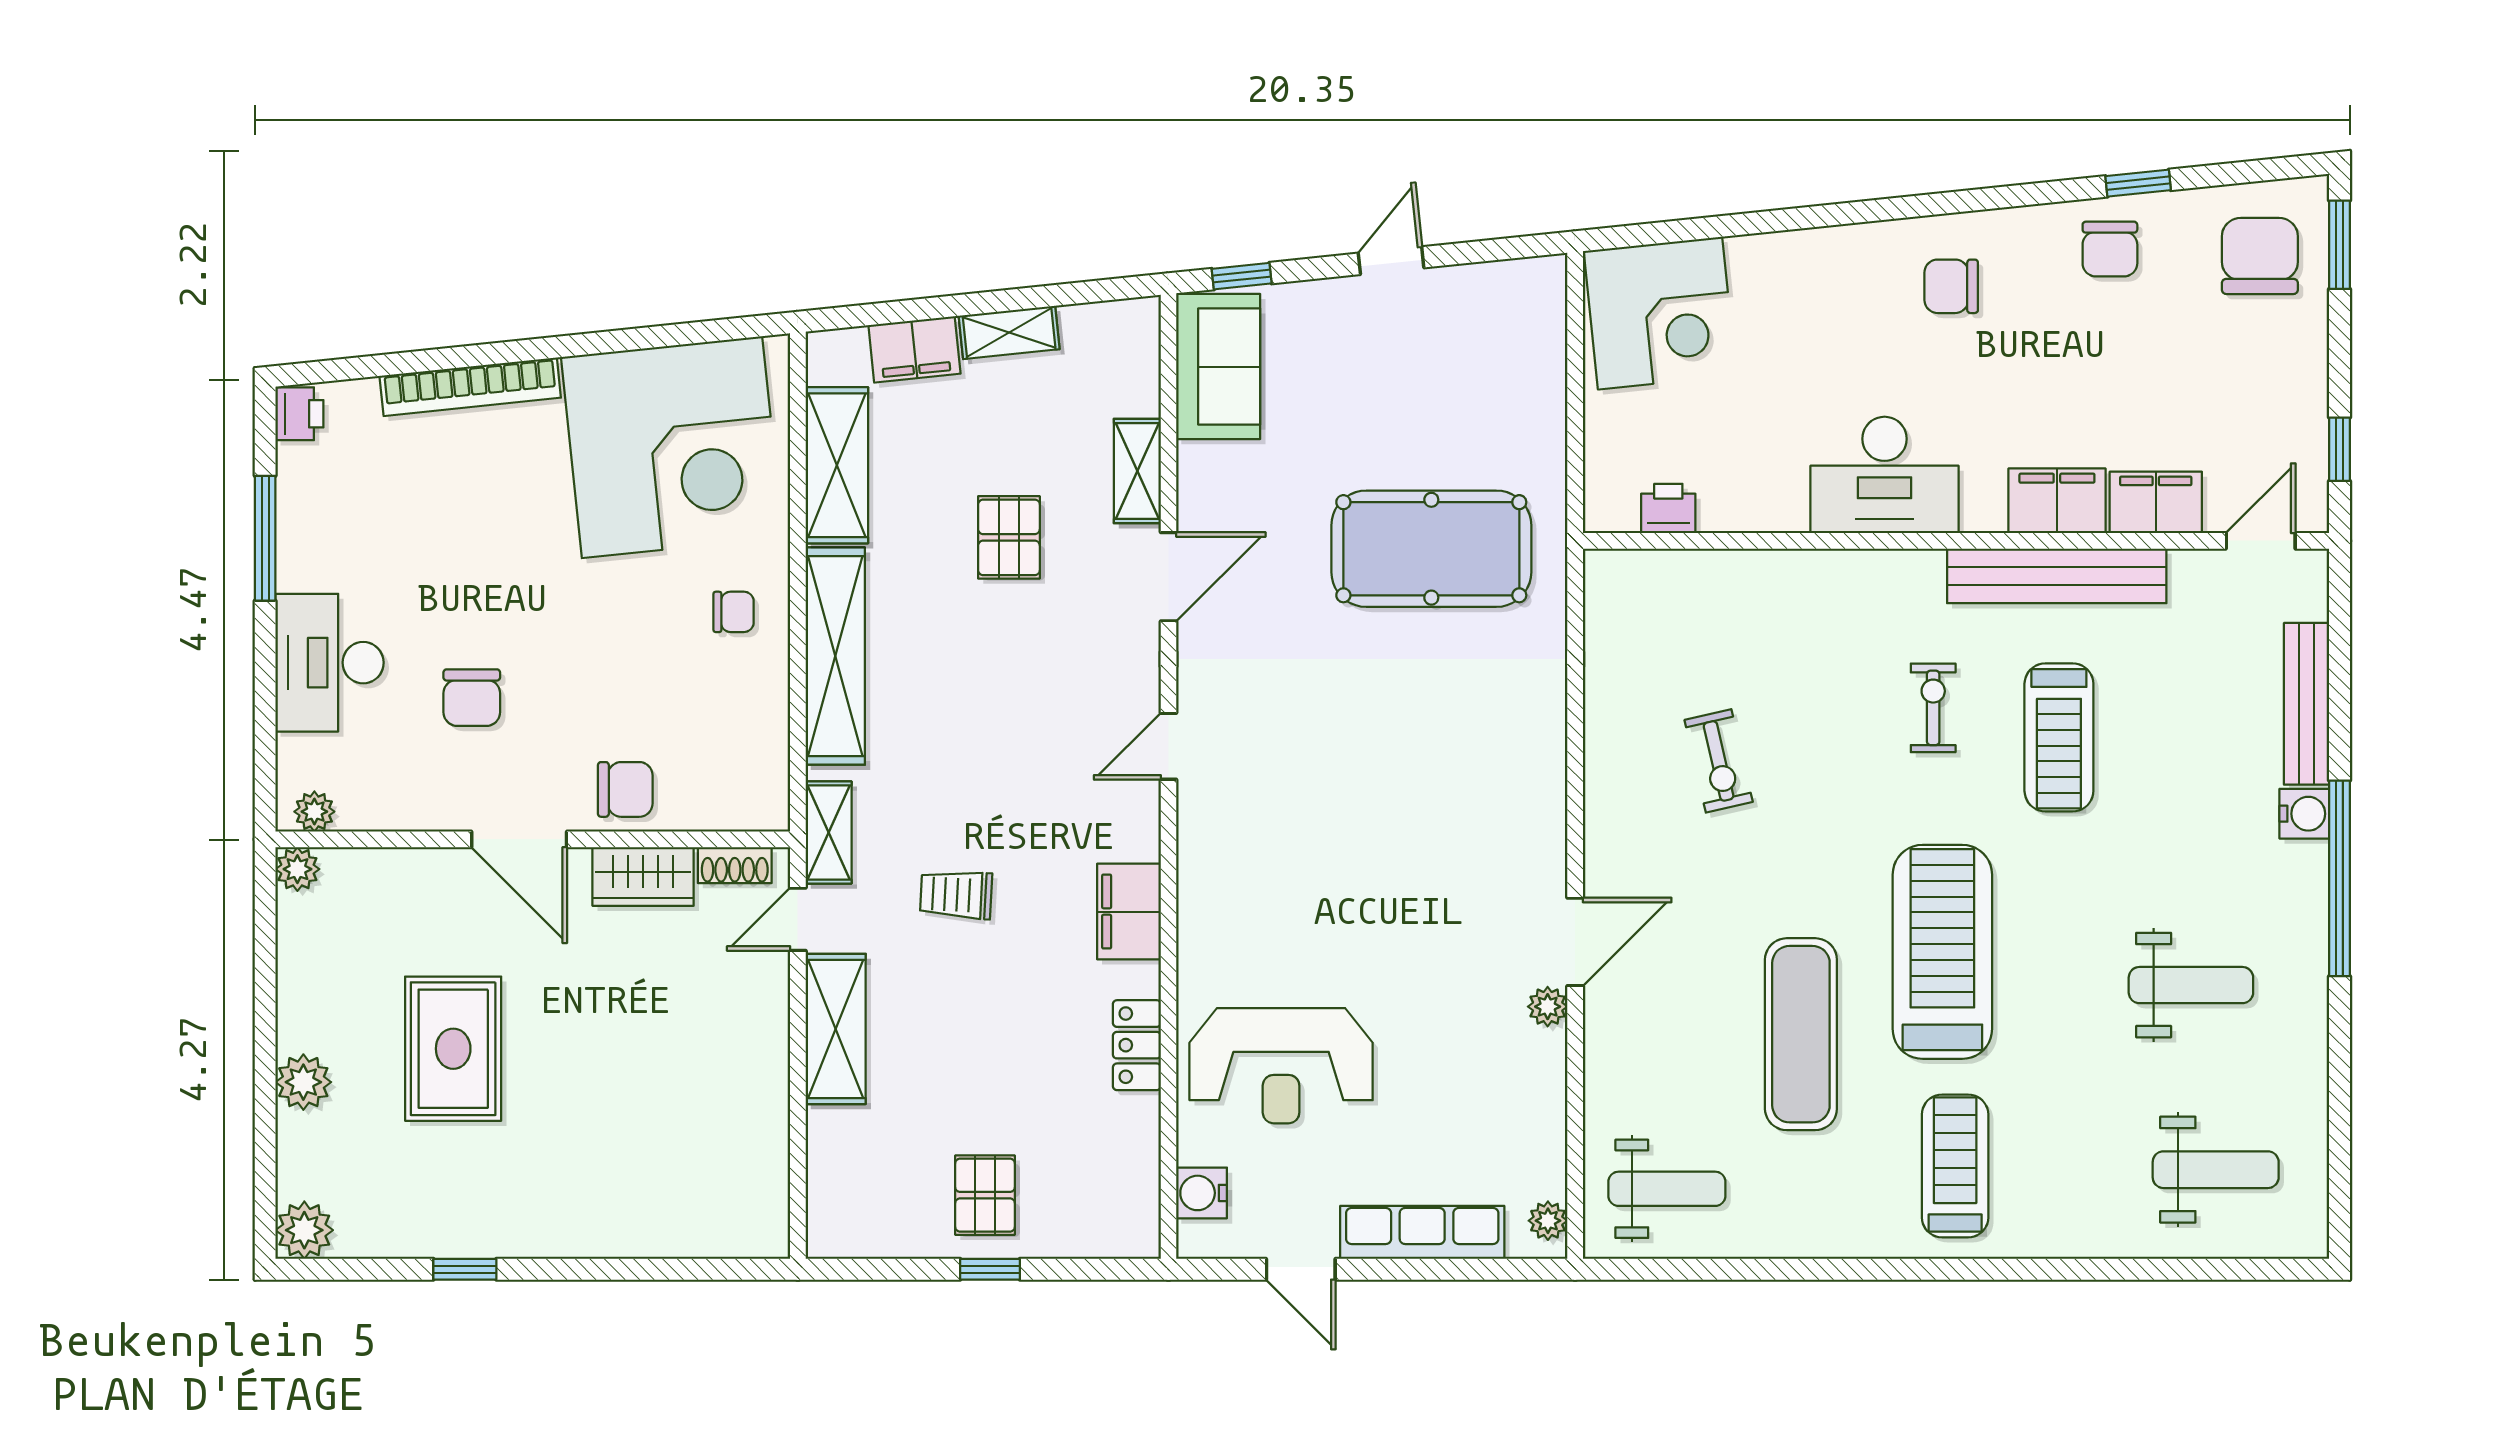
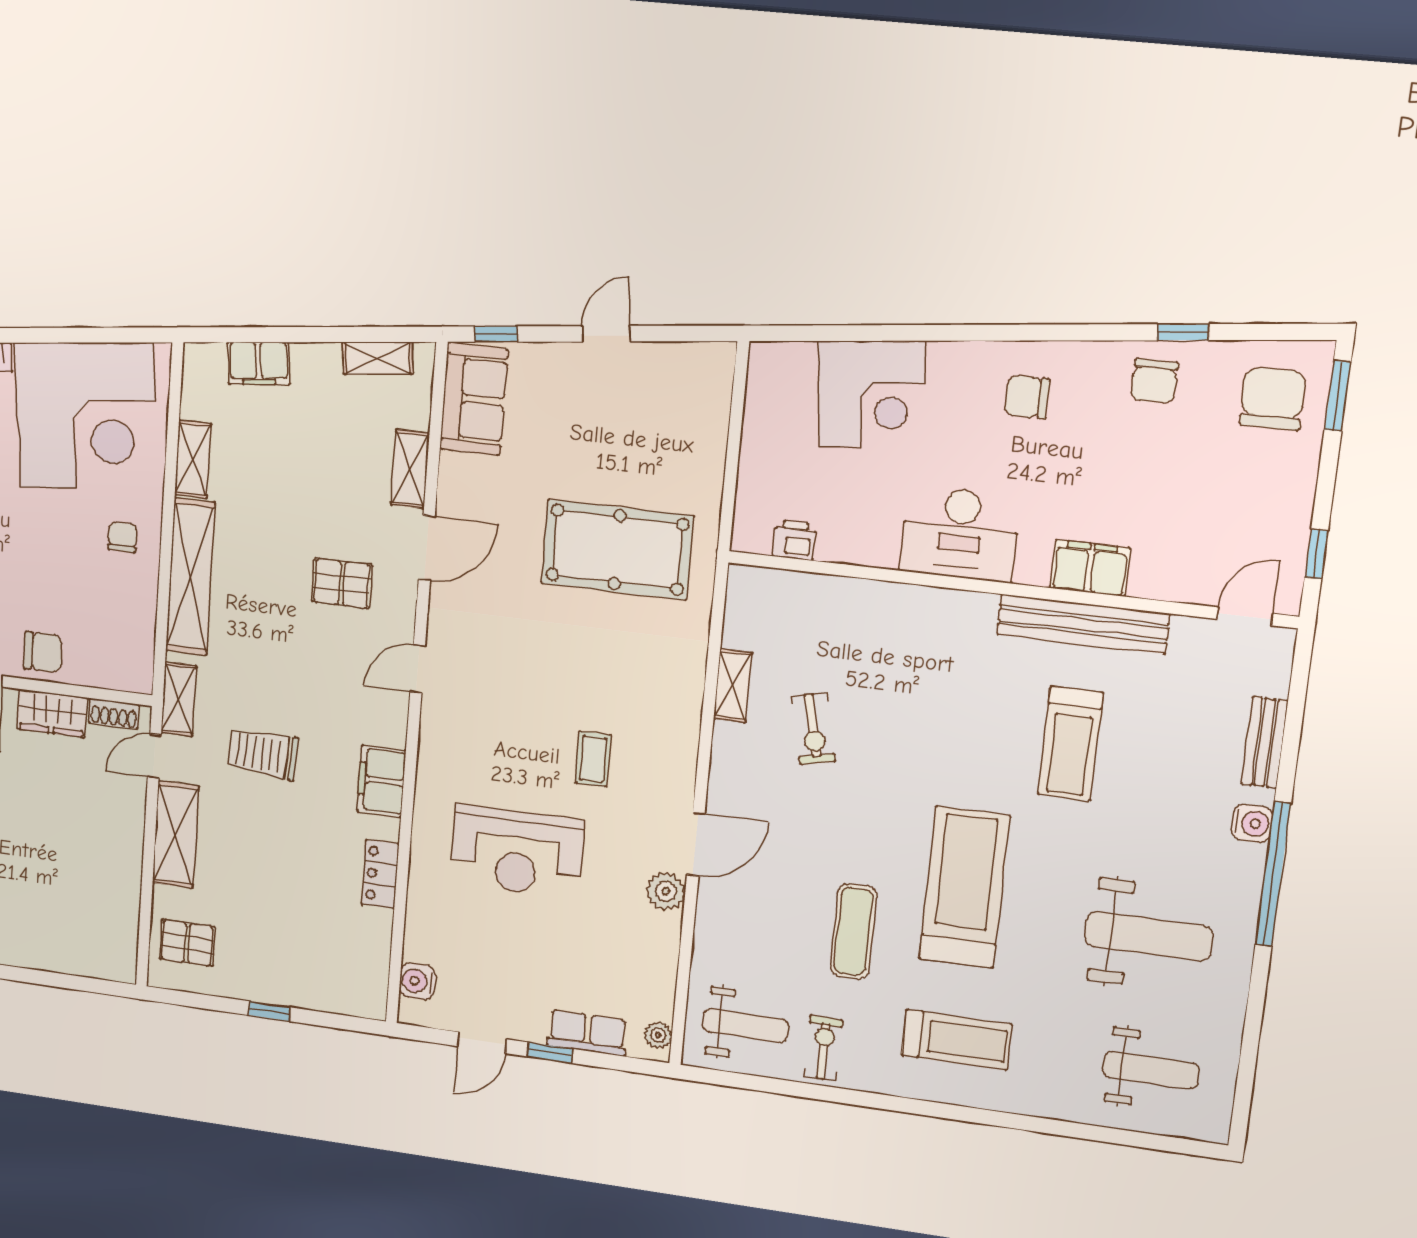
corner desk: (1660, 313) -> (872, 394), moved
shelving: (1009, 332) -> (378, 358), moved
shelving: (837, 465) -> (193, 459), width x0.67, depth x0.75
filing cabinet: (2156, 502) -> (1166, 578), removed
pallet: (1009, 537) -> (342, 583), moved, turned 90
chair: (734, 612) -> (123, 537), turned -90
bench: (2307, 704) -> (1265, 742), width x0.73
exercise bike: (1933, 708) -> (823, 1048), moved
shelving: (1605, 716) -> (733, 686), added
coffee table: (1423, 842) -> (593, 759), added
trolley: (956, 895) -> (263, 754), width x1.36, depth x1.39
weight bench: (2191, 985) -> (1149, 936), width x1.36, depth x1.33
plant: (1548, 1007) -> (666, 891), width x1.38, depth x1.38
exercise mat: (1801, 1034) -> (853, 931), width x0.73, depth x0.69
reception desk: (1281, 1066) -> (517, 852), moved
treadmill: (1955, 1166) -> (957, 1040), turned 90
pallet: (985, 1195) -> (187, 943), moved, turned 90
row of seats: (1422, 1232) -> (587, 1033), width x0.68
door: (1301, 1269) -> (482, 1043), hinge flipped
window: (1398, 1269) -> (550, 1053), added

